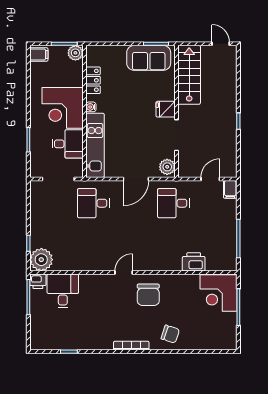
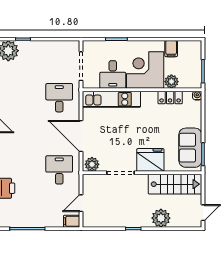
plant: (75, 53) -> (171, 82), moved
filing cabinet: (39, 54) -> (171, 49), moved
plant: (227, 90) -> (161, 218), added
water cooler: (91, 107) -> (197, 96), moved
fridge: (166, 109) -> (150, 160), width x1.88, depth x1.34
door: (136, 179) -> (81, 136), width x1.36
door: (210, 179) -> (81, 203), swing flipped

